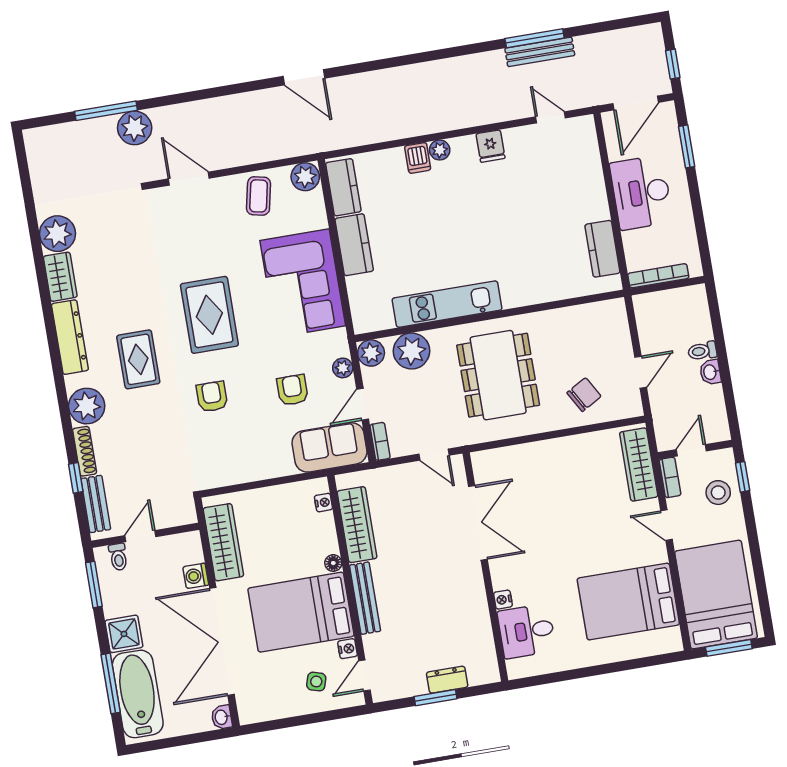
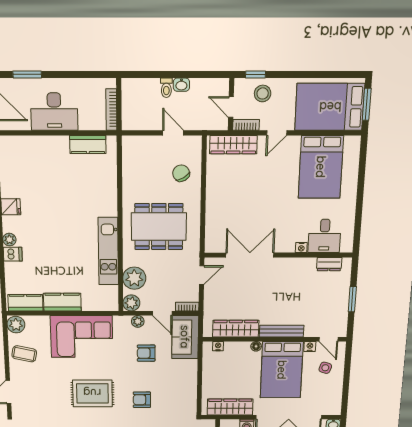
dresser: (447, 680) -> (329, 264), moved, turned -90

